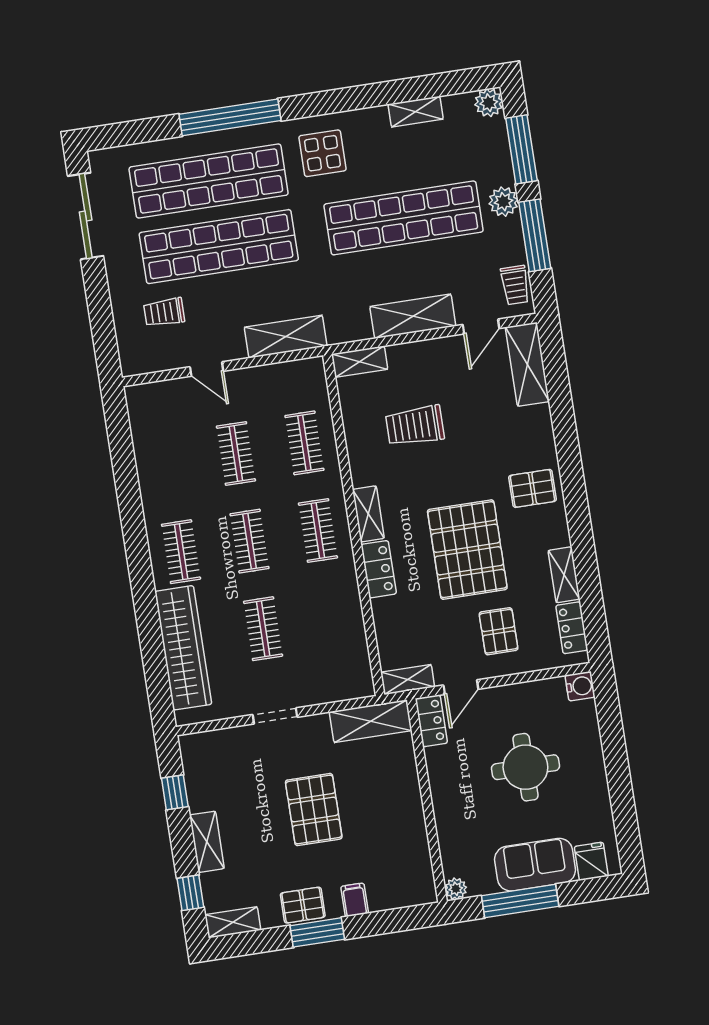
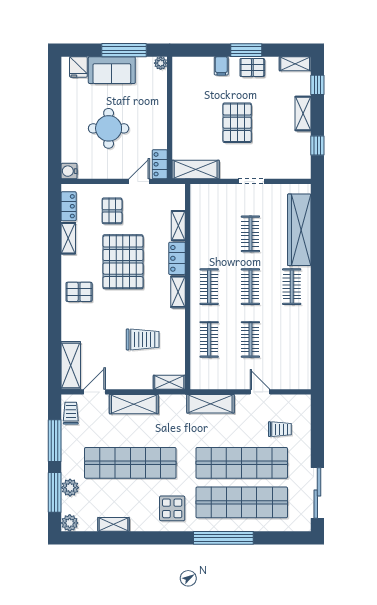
plant: (503, 202) -> (70, 488), moved
shelving: (408, 680) -> (178, 226), moved, turned 90

